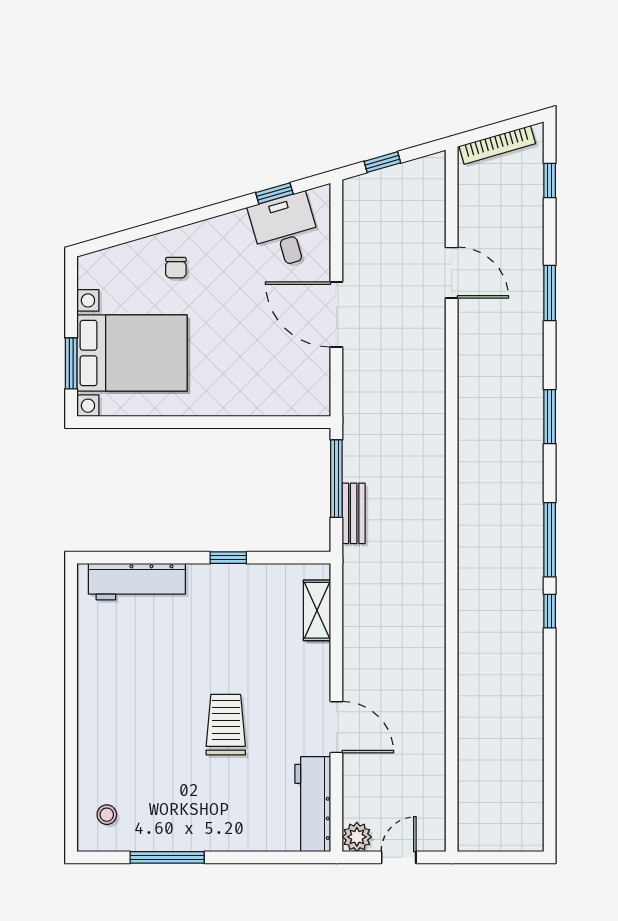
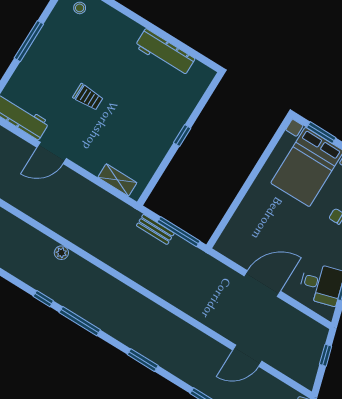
window: (228, 558) -> (182, 136), moved
workbench: (137, 582) -> (165, 53), moved, turned -90
plant: (469, 626) -> (61, 253), added
trolley: (226, 725) -> (88, 97), width x0.73, depth x0.72
window: (167, 857) -> (29, 41), moved

